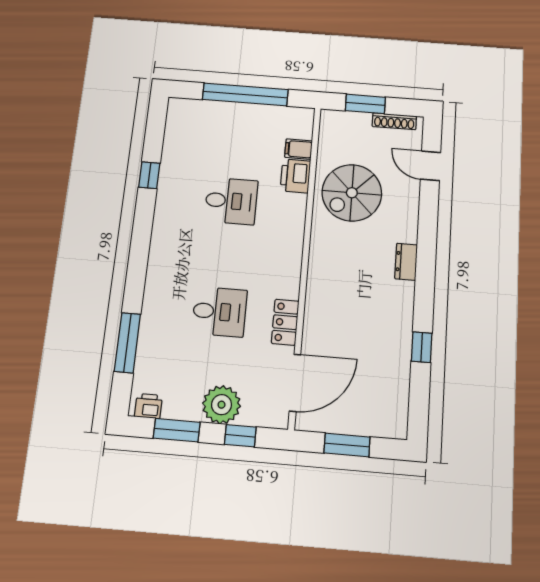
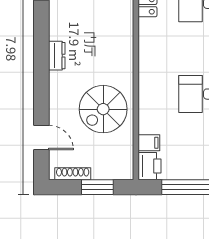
printer: (295, 176) -> (149, 166), moved
spiral stairs: (352, 193) -> (103, 109), turned 180

